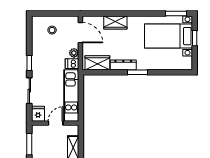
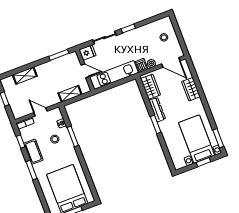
door: (80, 33) -> (171, 62), hinge flipped

